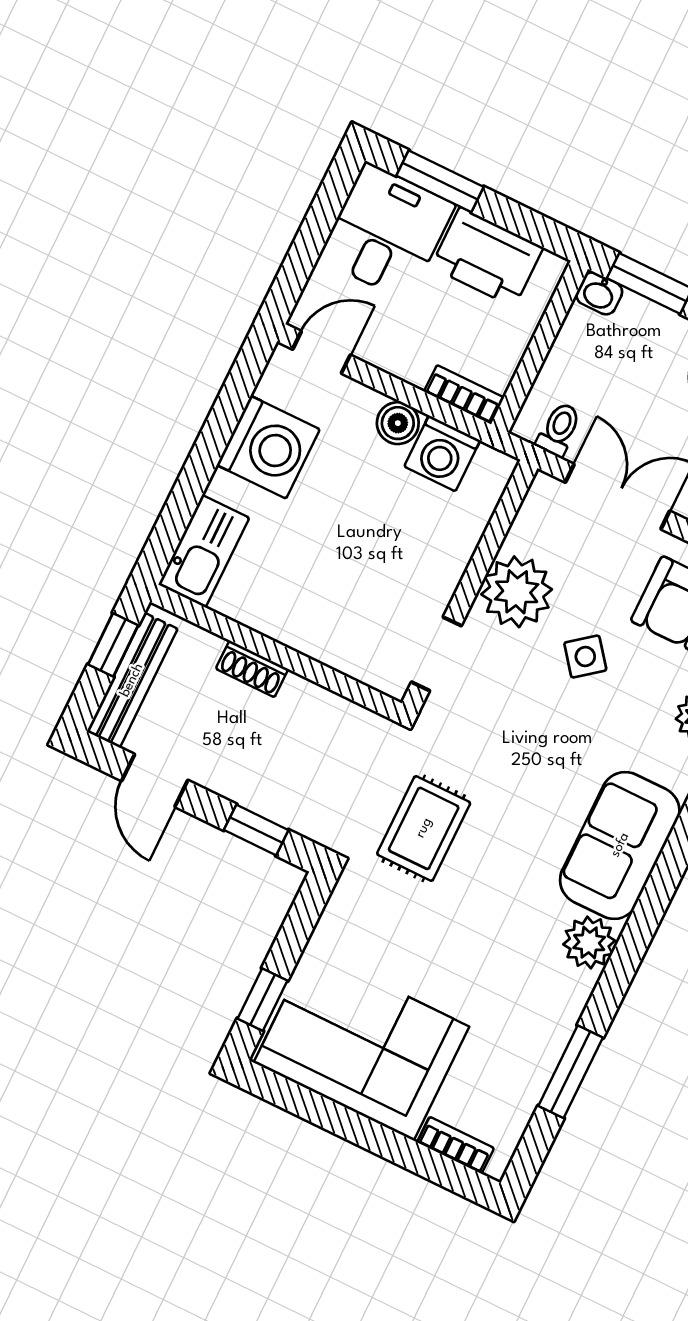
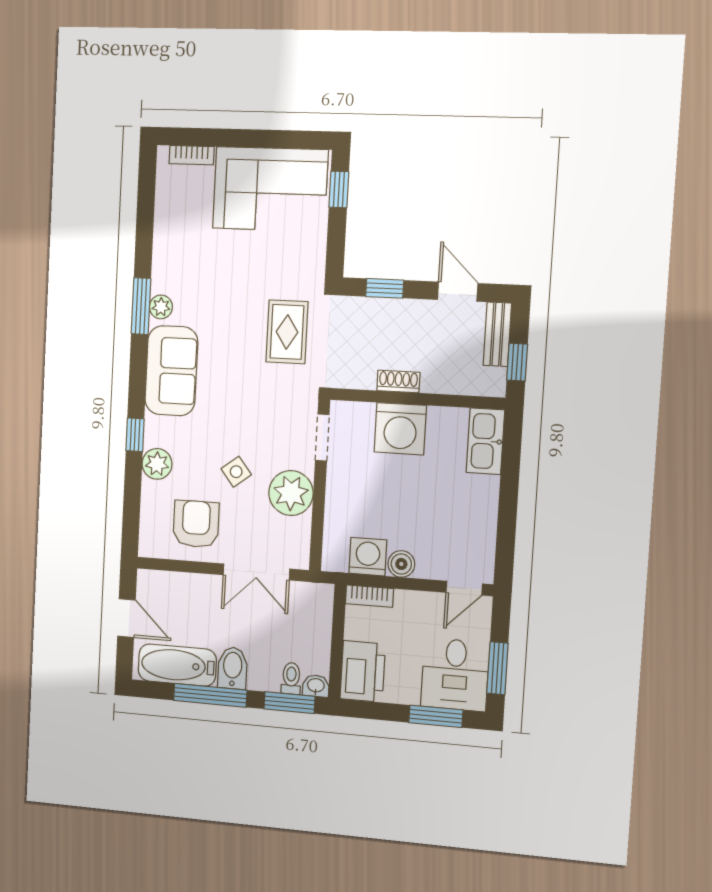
window: (322, 217) -> (497, 668), added
printer: (487, 257) -> (363, 671), moved, turned 90
toilet: (559, 429) -> (291, 678), moved, turned 180
washing machine: (268, 447) -> (400, 429), moved, turned -90
shoe rack: (252, 669) -> (398, 381), moved
bench: (132, 680) -> (497, 334), width x0.73
plant: (589, 942) -> (161, 307), width x0.73, depth x0.73
window: (571, 1072) -> (141, 306), moved

